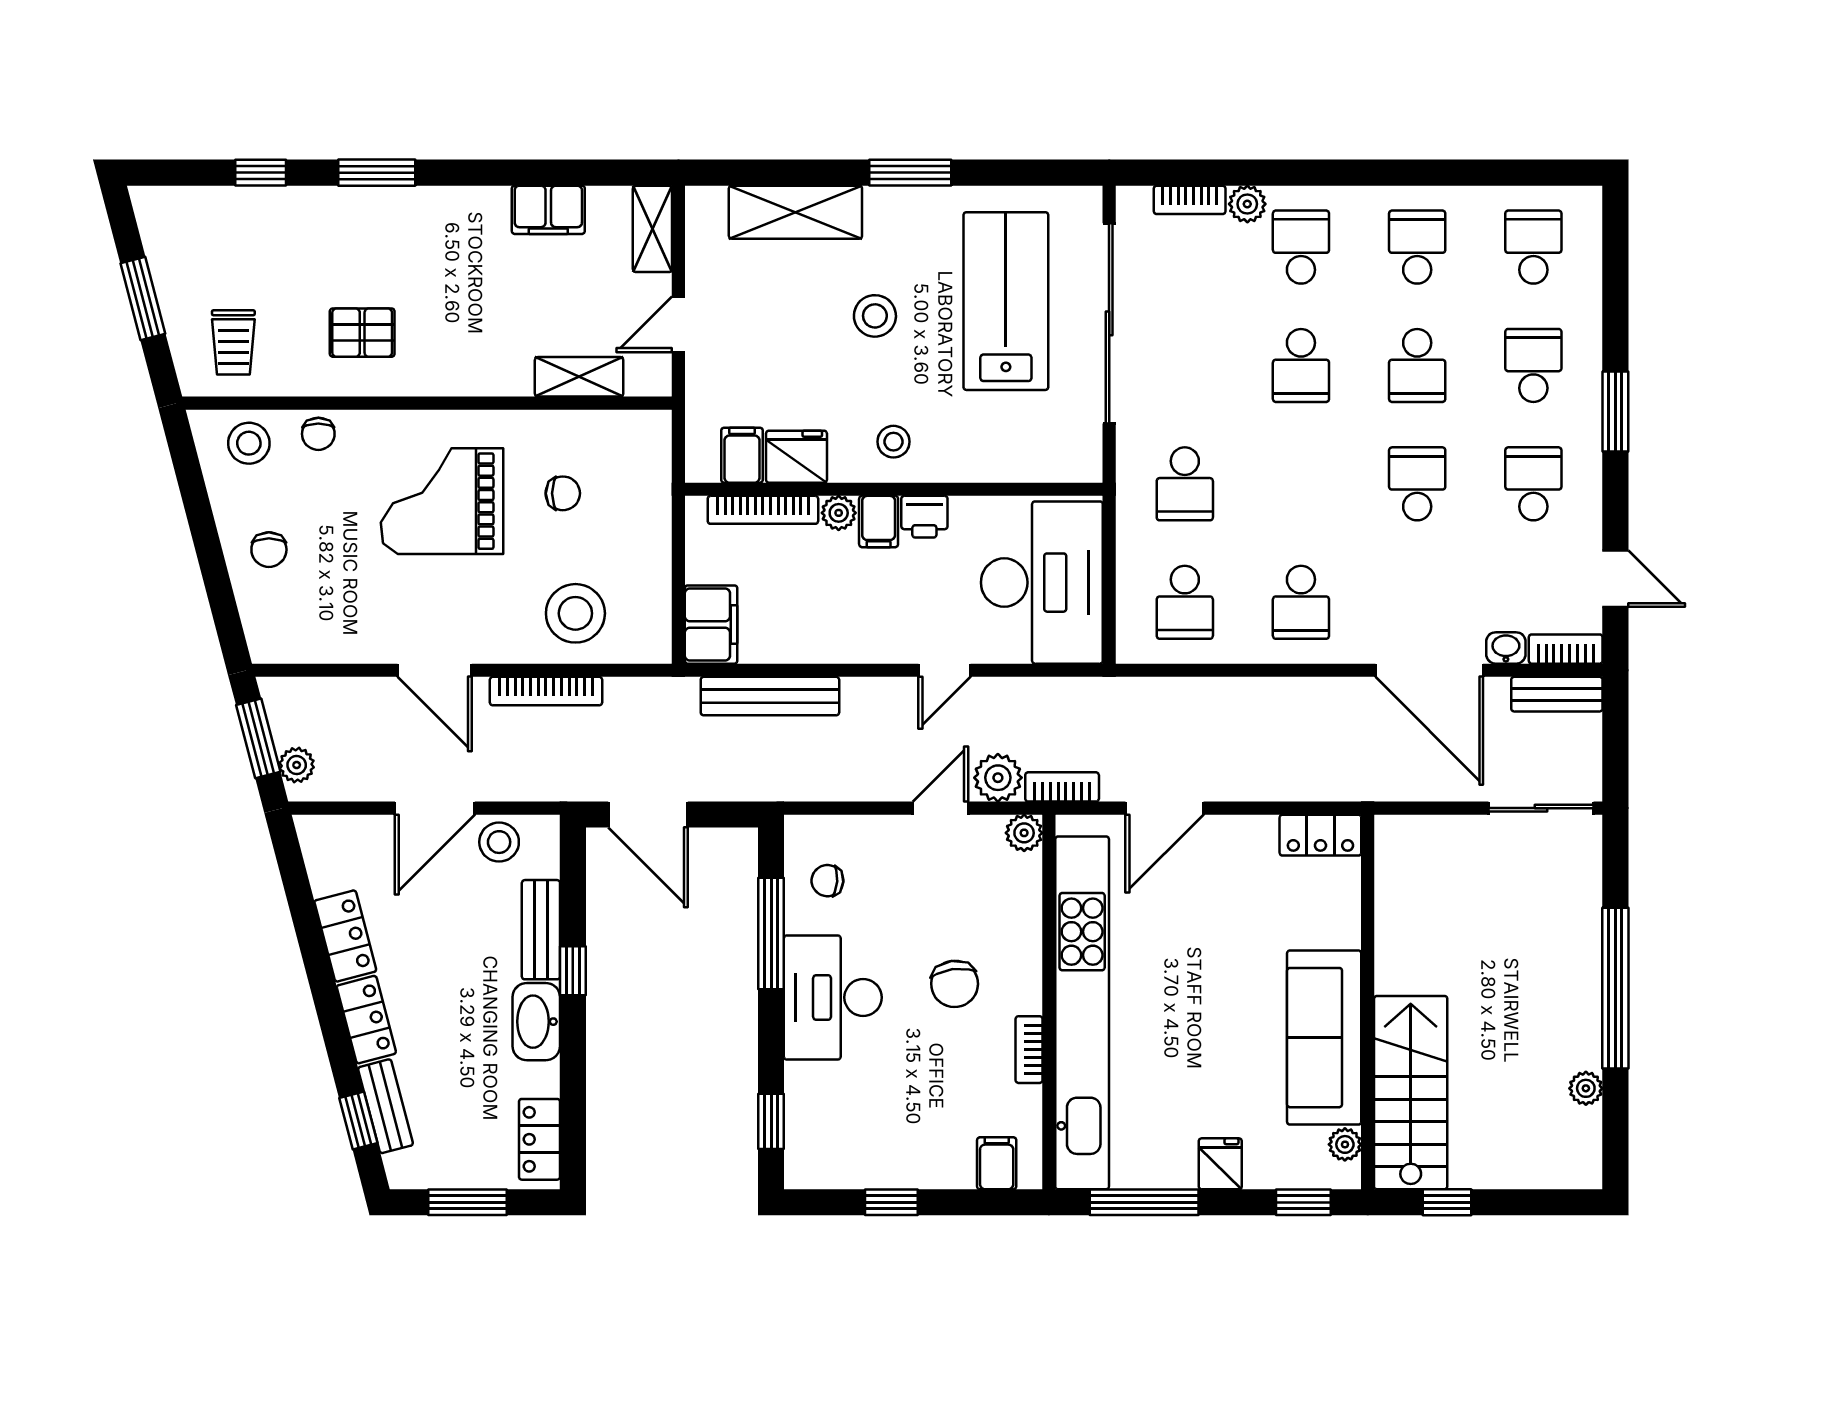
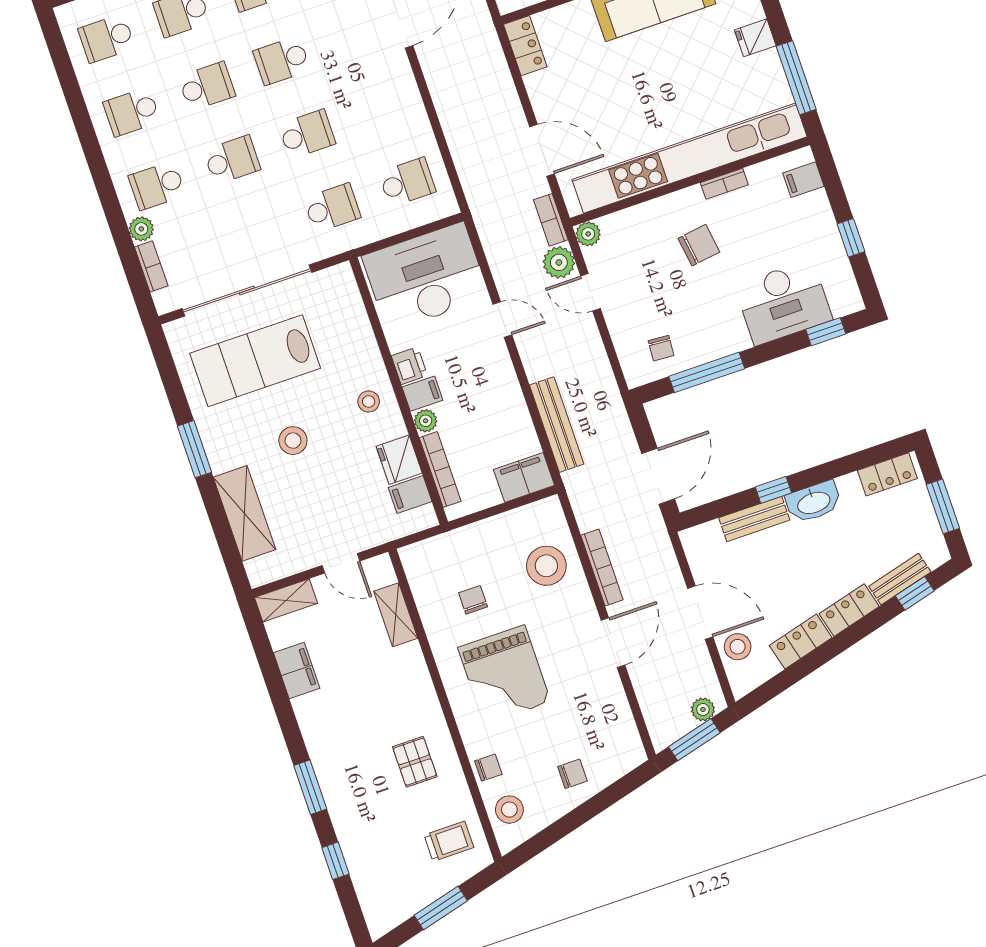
school desk: (1301, 602) -> (307, 134), moved
stool: (499, 842) -> (738, 647), moved
desk: (833, 997) -> (784, 302), moved

